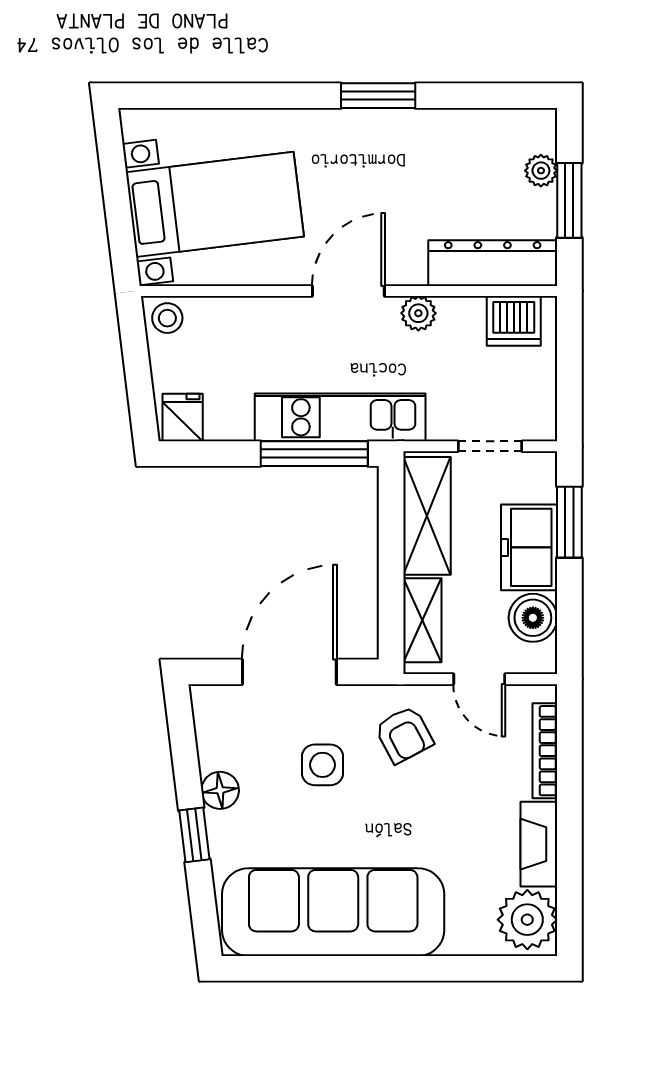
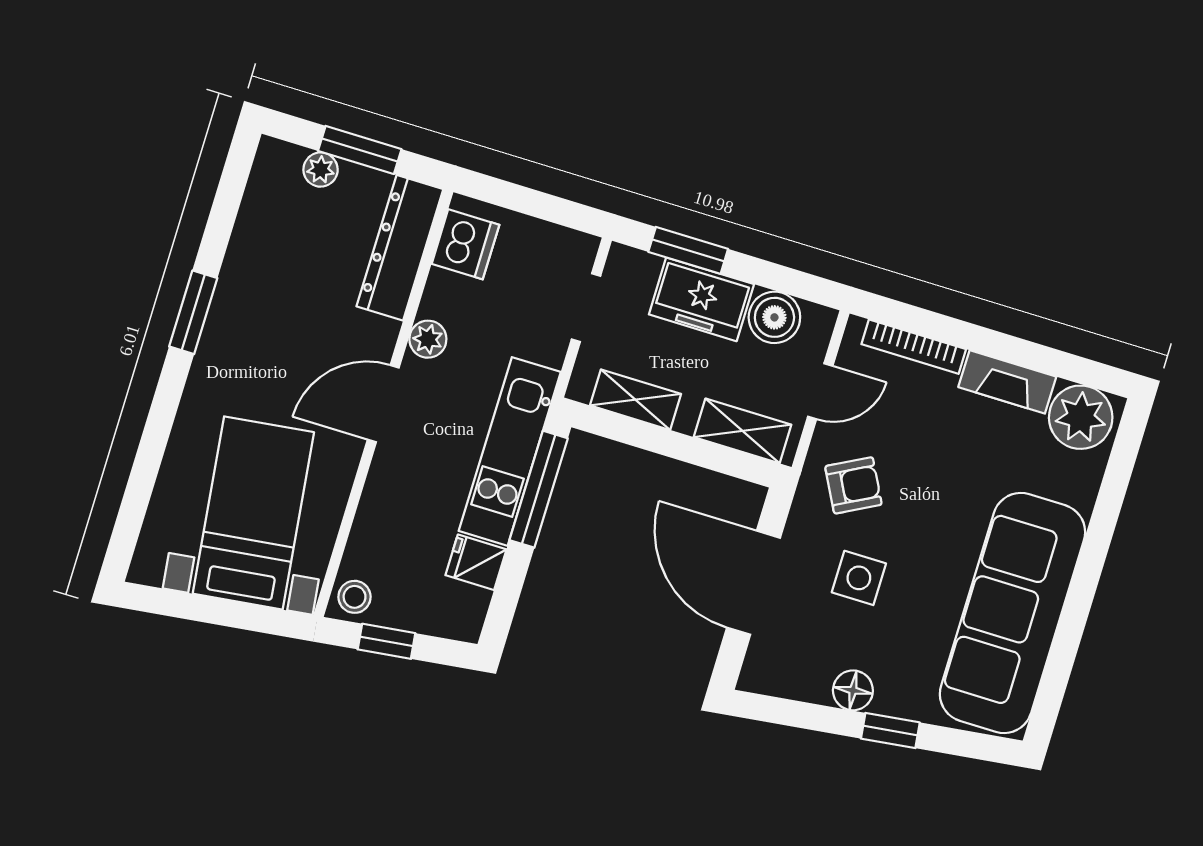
door: (348, 291) -> (383, 404), hinge flipped
window: (136, 359) -> (386, 641), added
fridge: (183, 417) -> (476, 562), moved
shelving: (427, 516) -> (636, 400), width x0.67, depth x0.75

